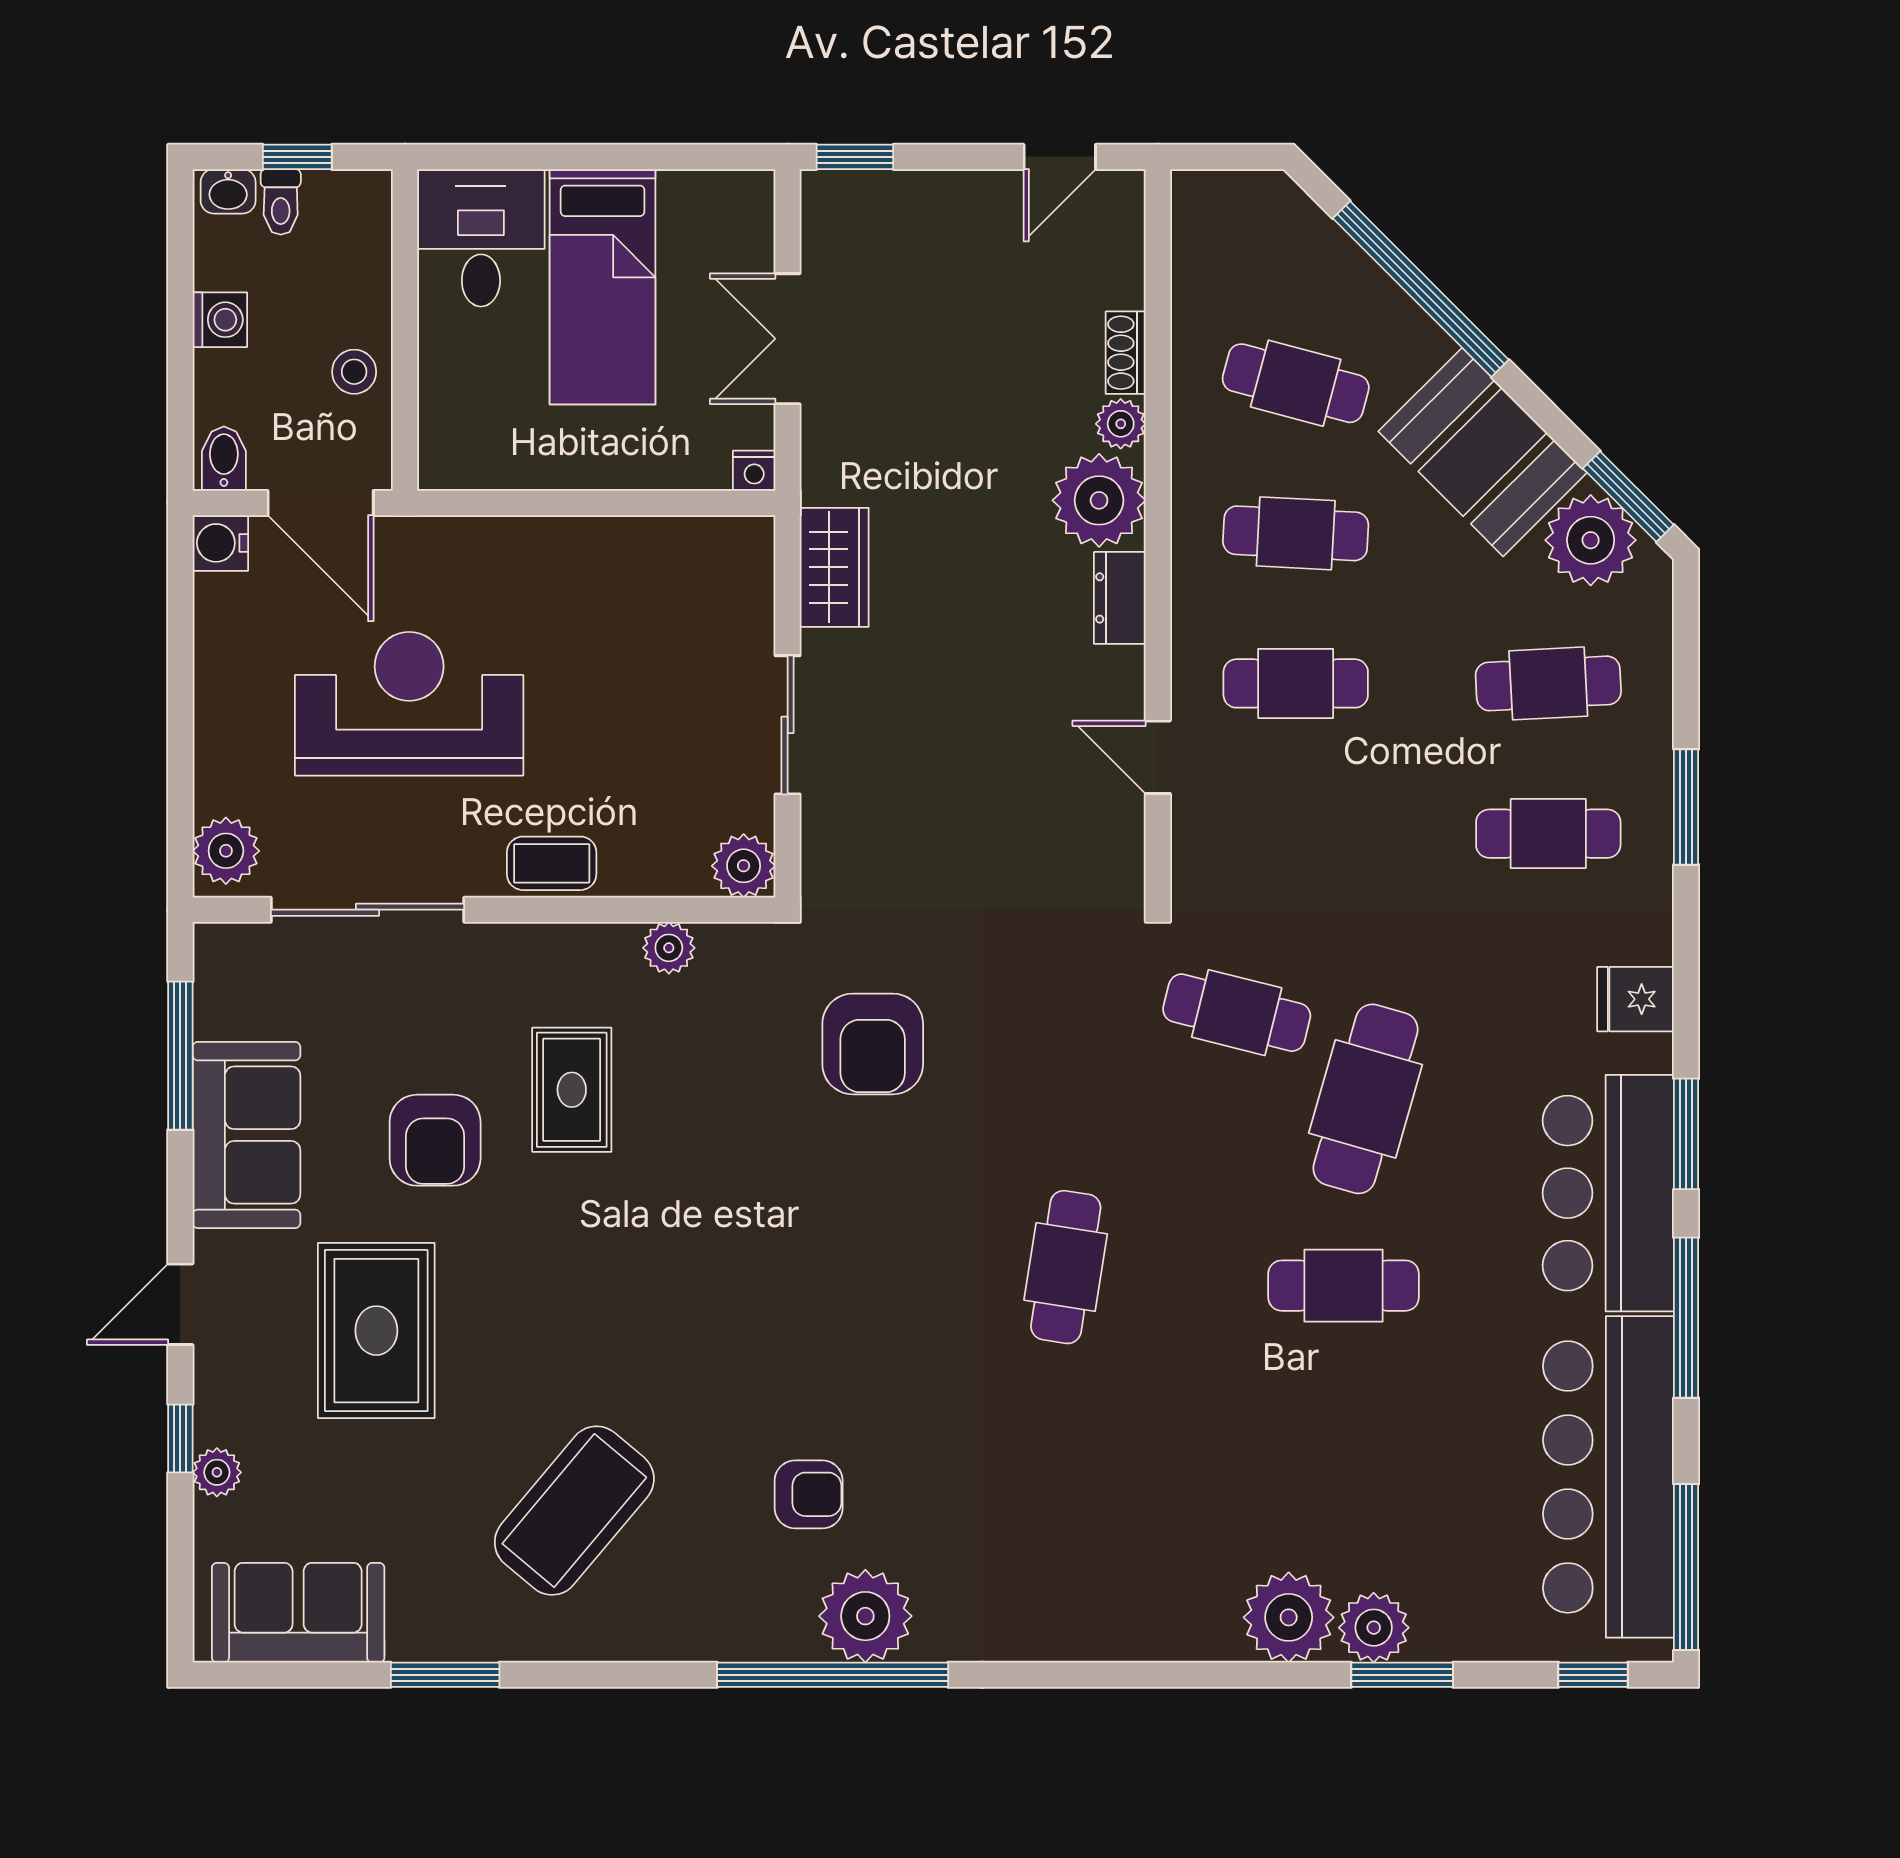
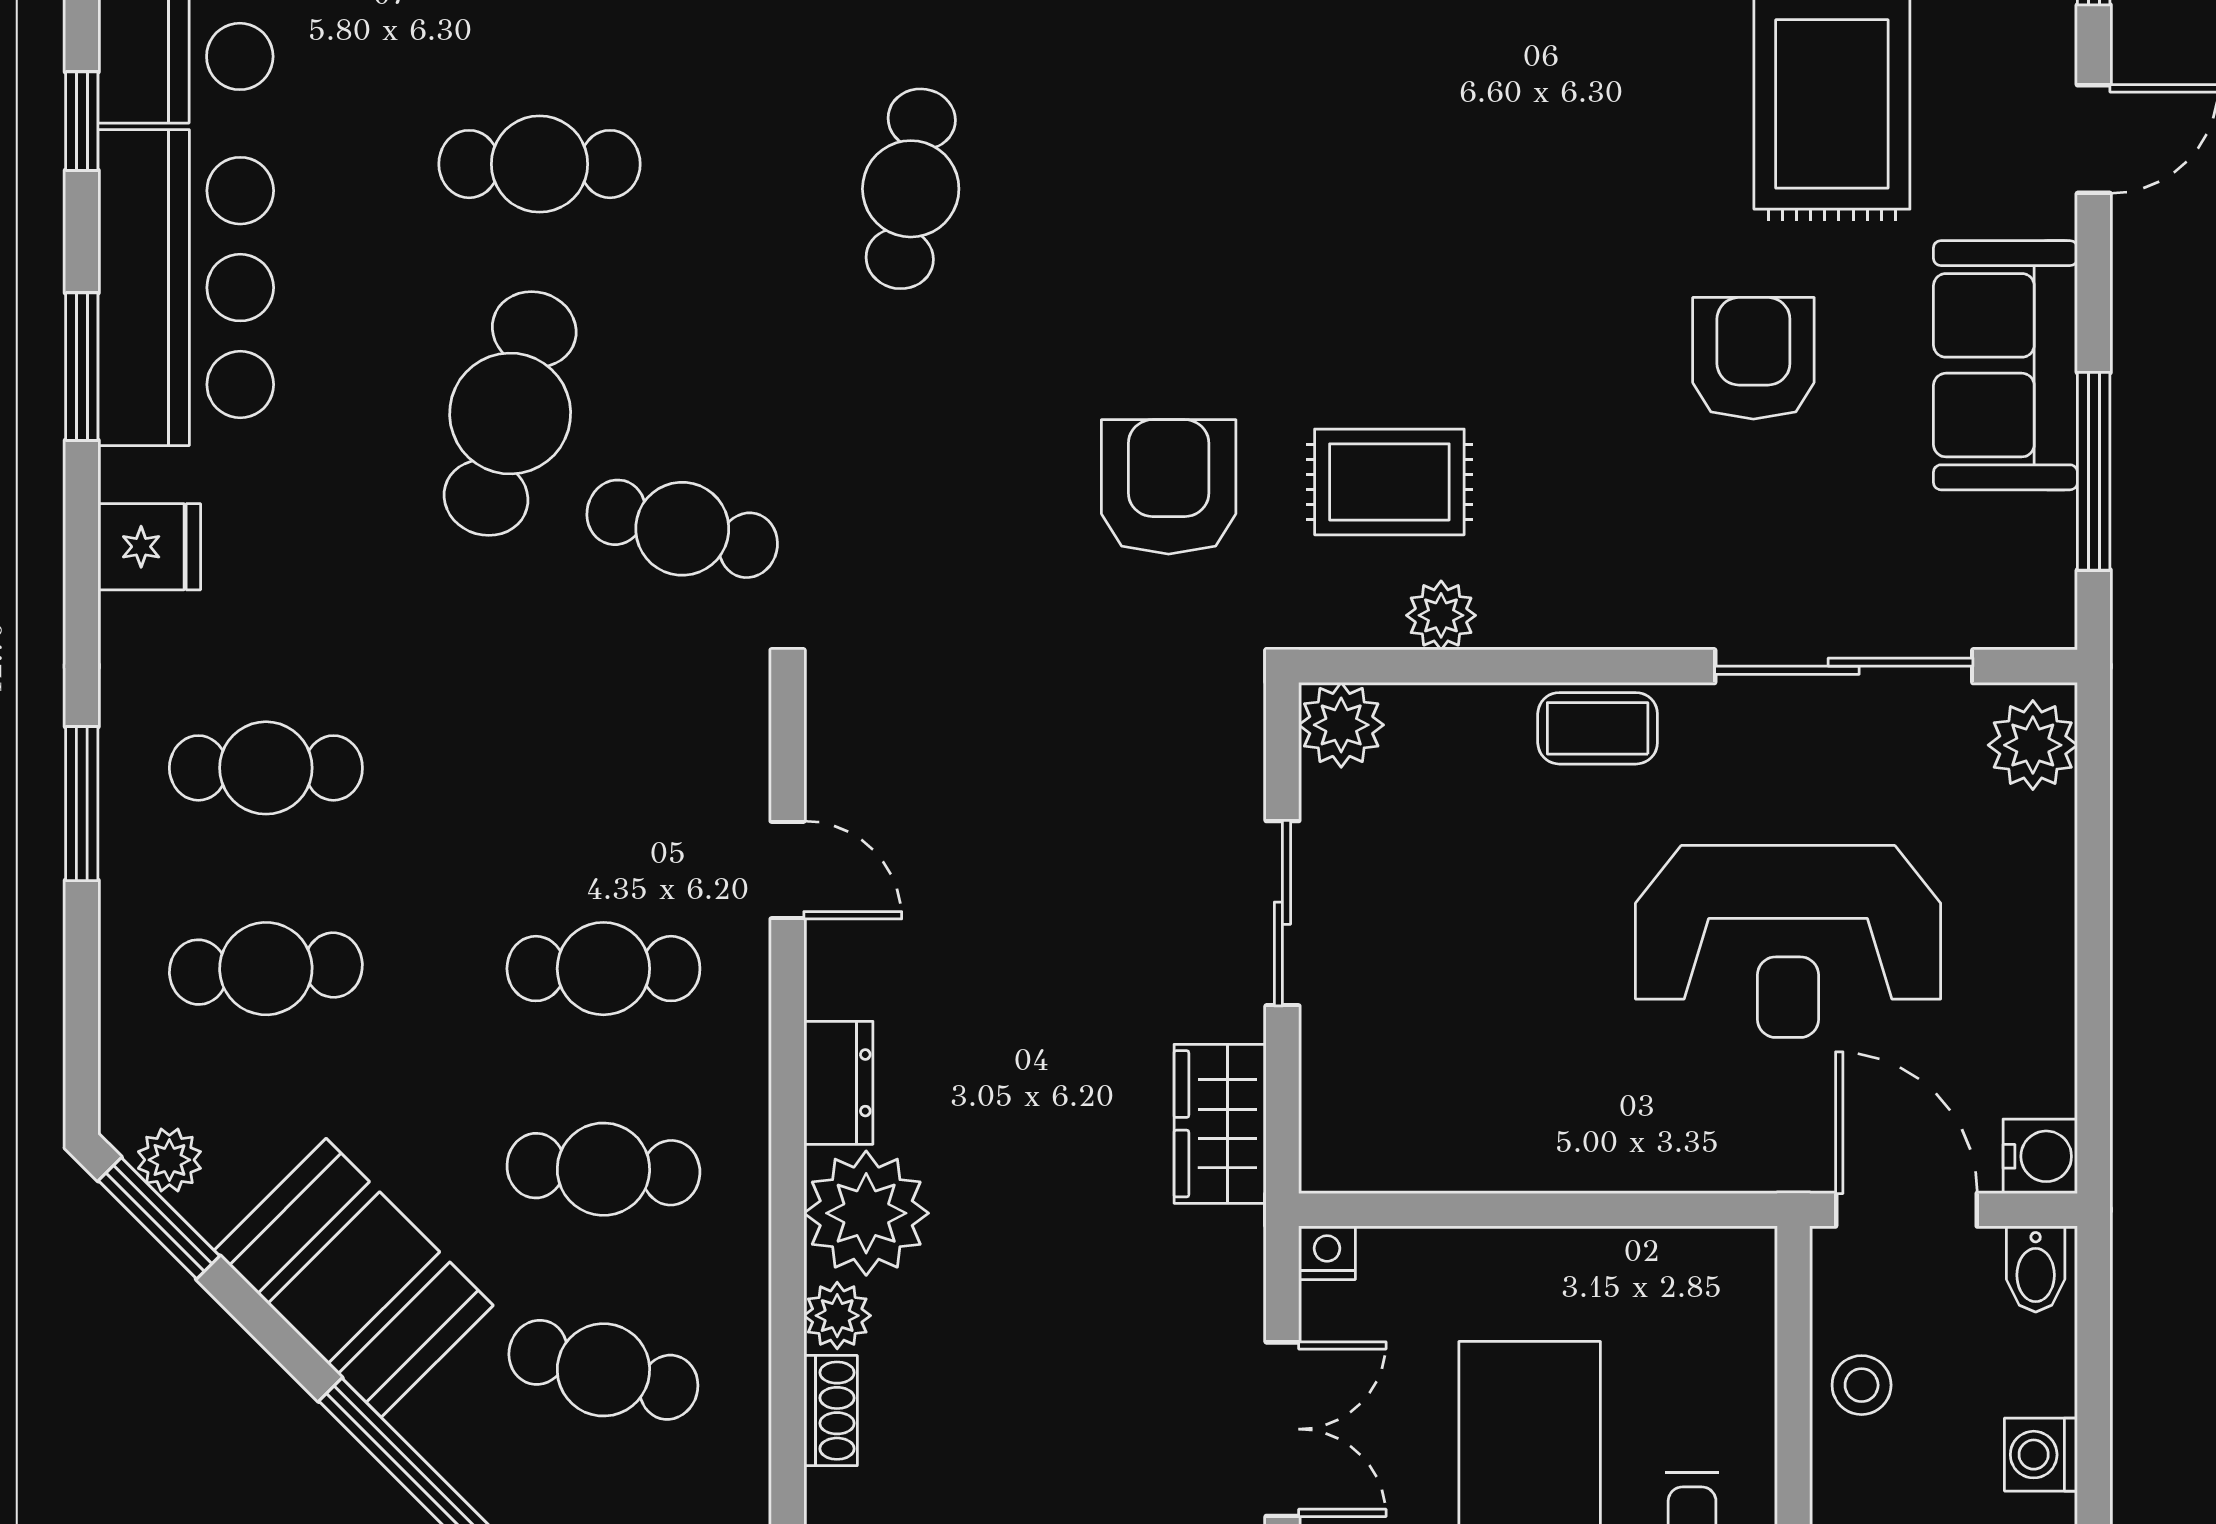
plant: (1591, 540) -> (169, 1160), width x0.53, depth x0.53
rug: (572, 1090) -> (1389, 482), moved, turned 90
window: (1686, 1318) -> (82, 121), width x0.46

